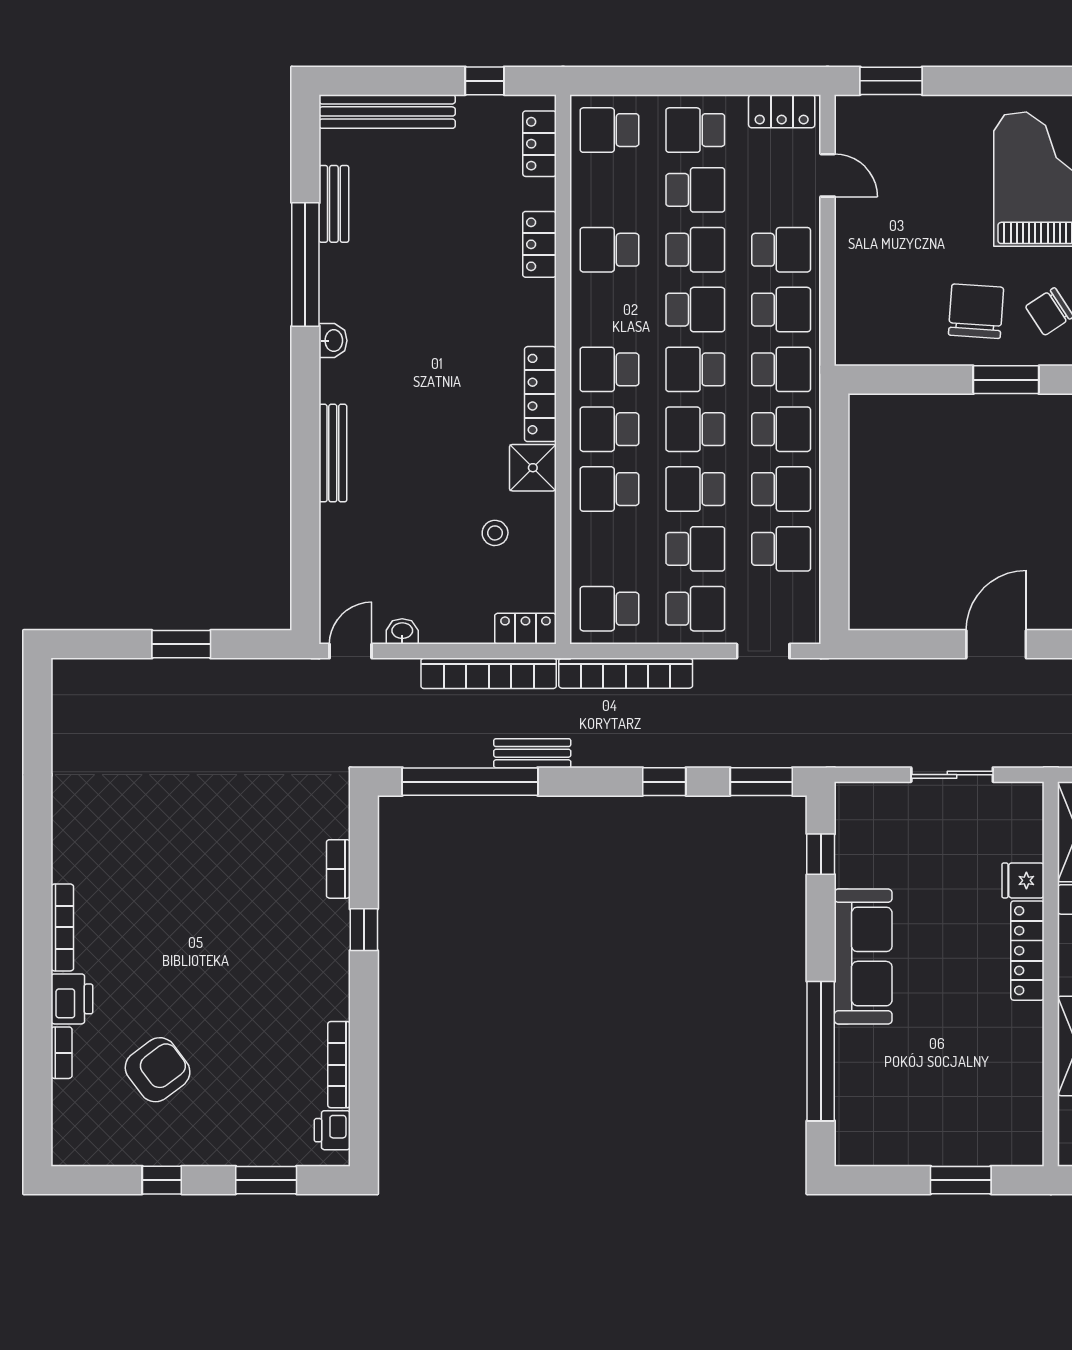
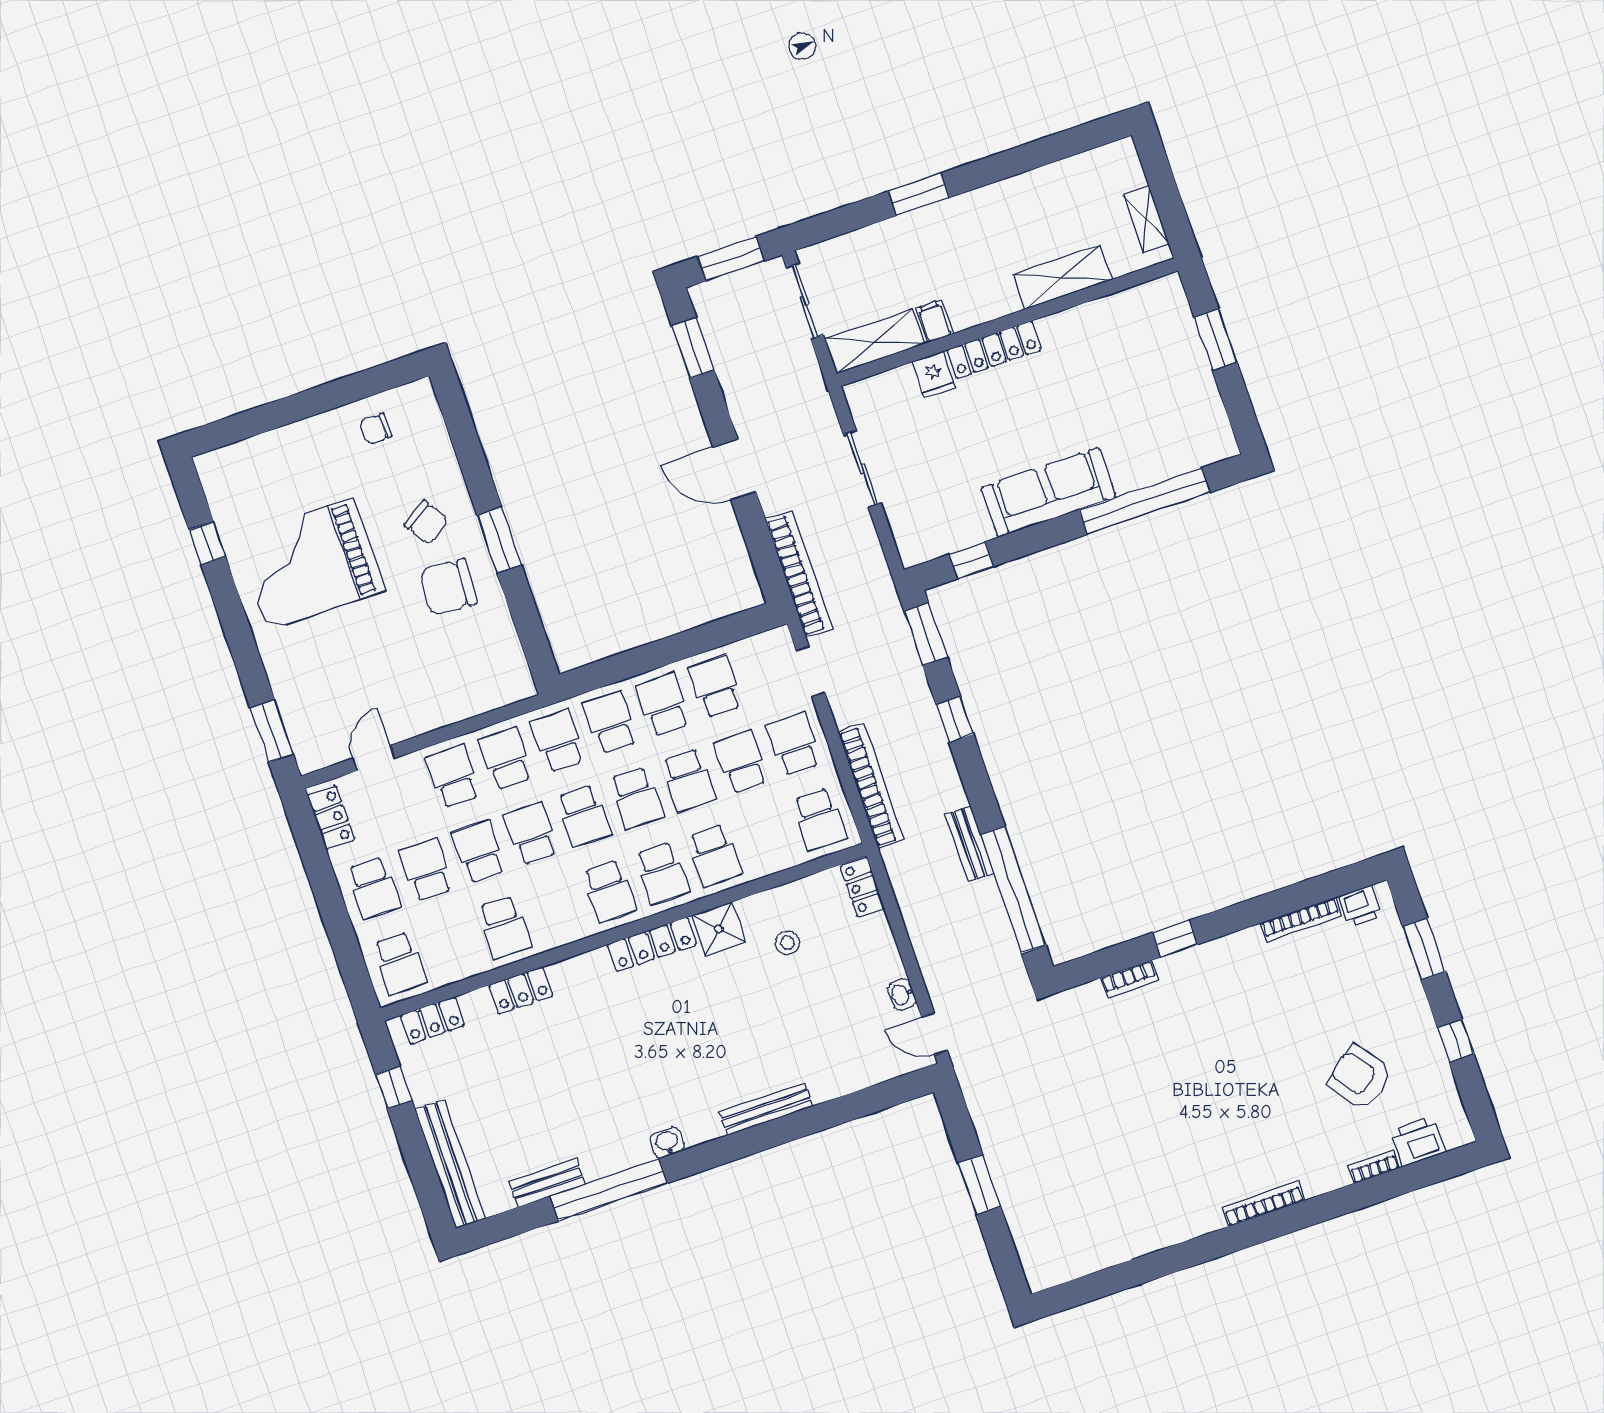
bookcase: (489, 673) -> (799, 574), moved
printer: (72, 999) -> (1418, 1142), moved

